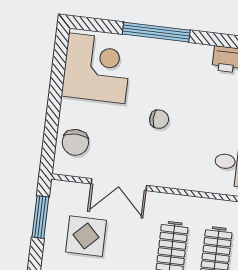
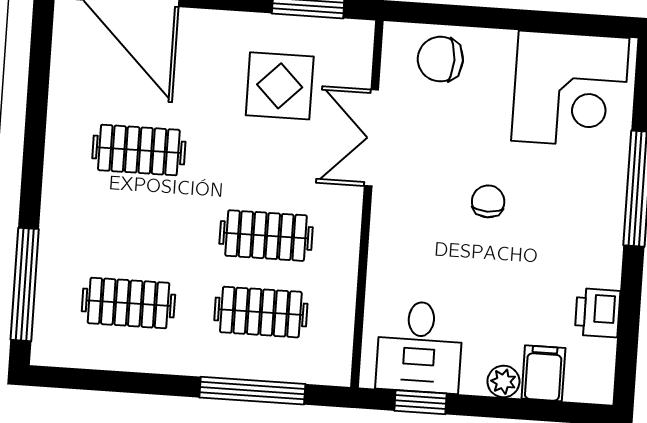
chair: (159, 119) -> (488, 201), turned 180

